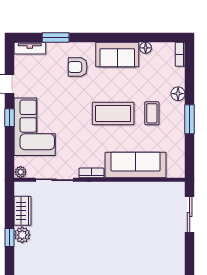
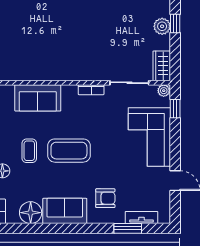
tv unit: (30, 48) -> (141, 217), moved
floor lamp: (146, 48) -> (31, 213), width x1.89, depth x1.89
window: (9, 118) -> (175, 109), moved
sofa: (136, 165) -> (38, 98), width x0.73
wardrobe: (23, 211) -> (162, 66), moved

